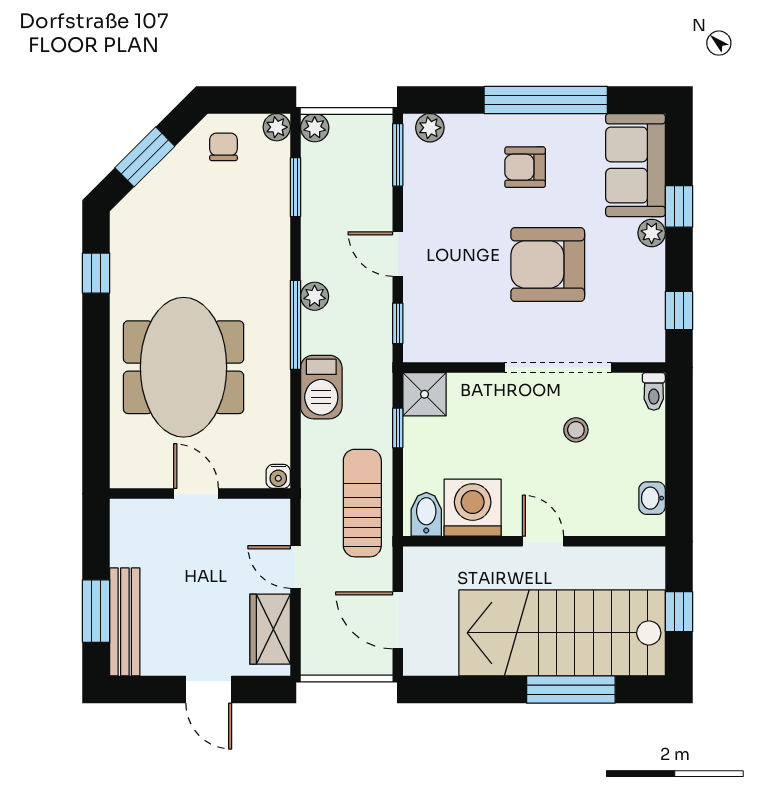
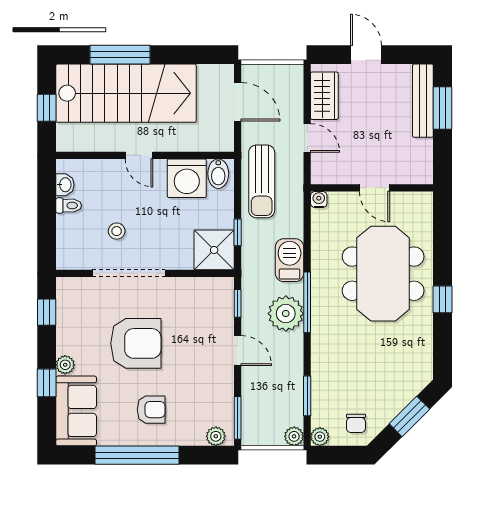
window: (96, 273) -> (442, 299), moved
plant: (315, 296) -> (286, 314), width x1.88, depth x1.88
toilet: (654, 391) -> (69, 206), moved, turned 90
shower: (424, 394) -> (214, 250), width x1.36, depth x1.36

